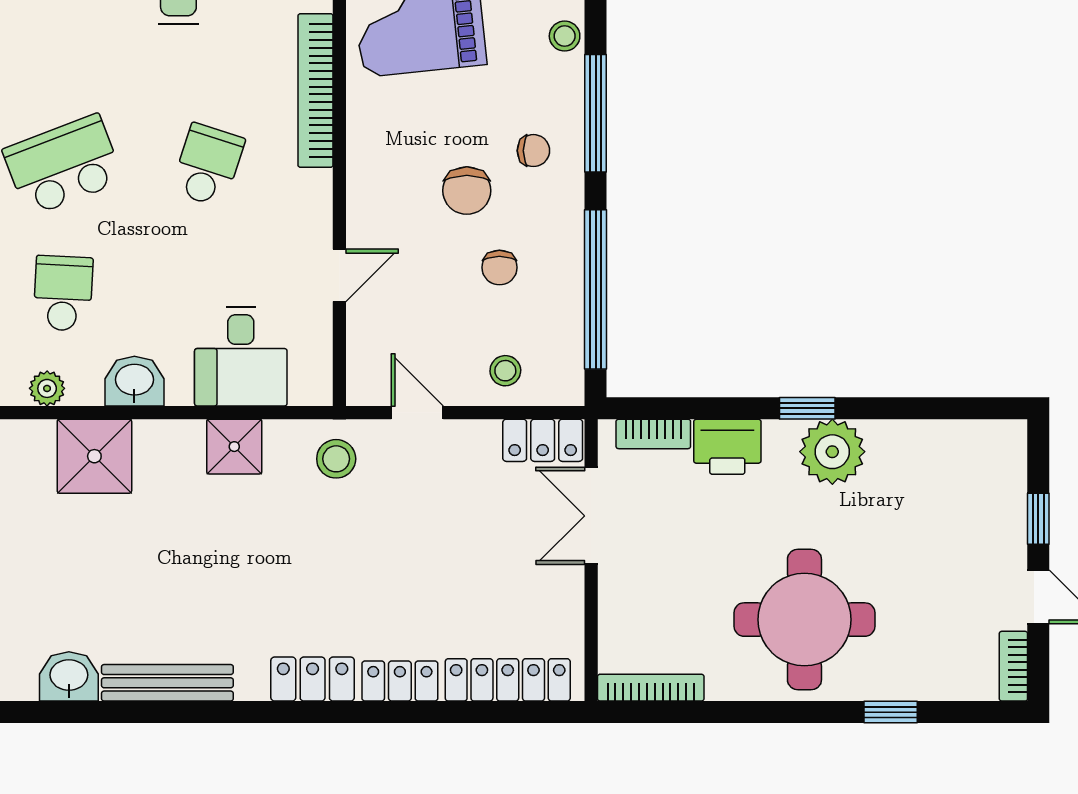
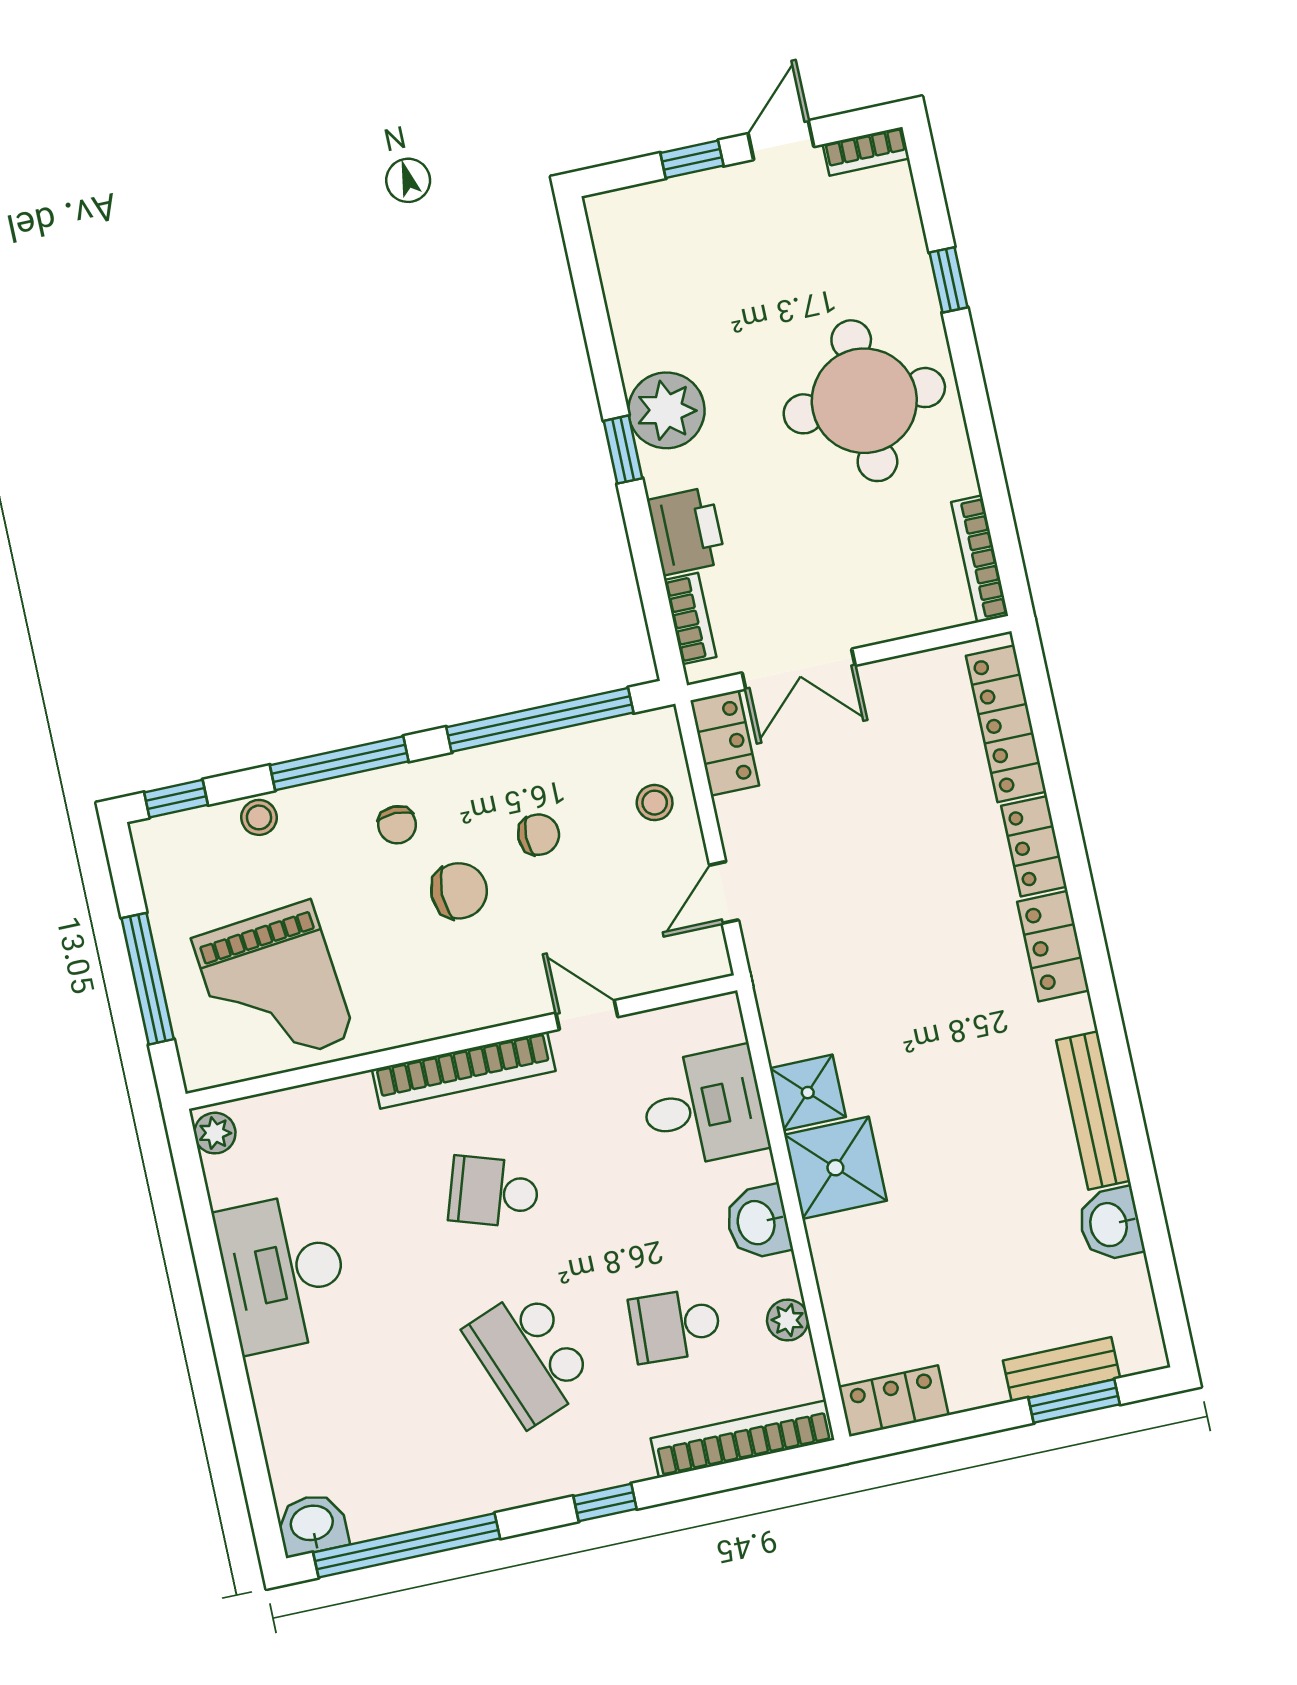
bookcase: (315, 91) -> (464, 1070), moved
chair: (533, 151) -> (397, 825), turned 180
shower: (94, 456) -> (835, 1168), moved
stool: (336, 459) -> (797, 973), removed

